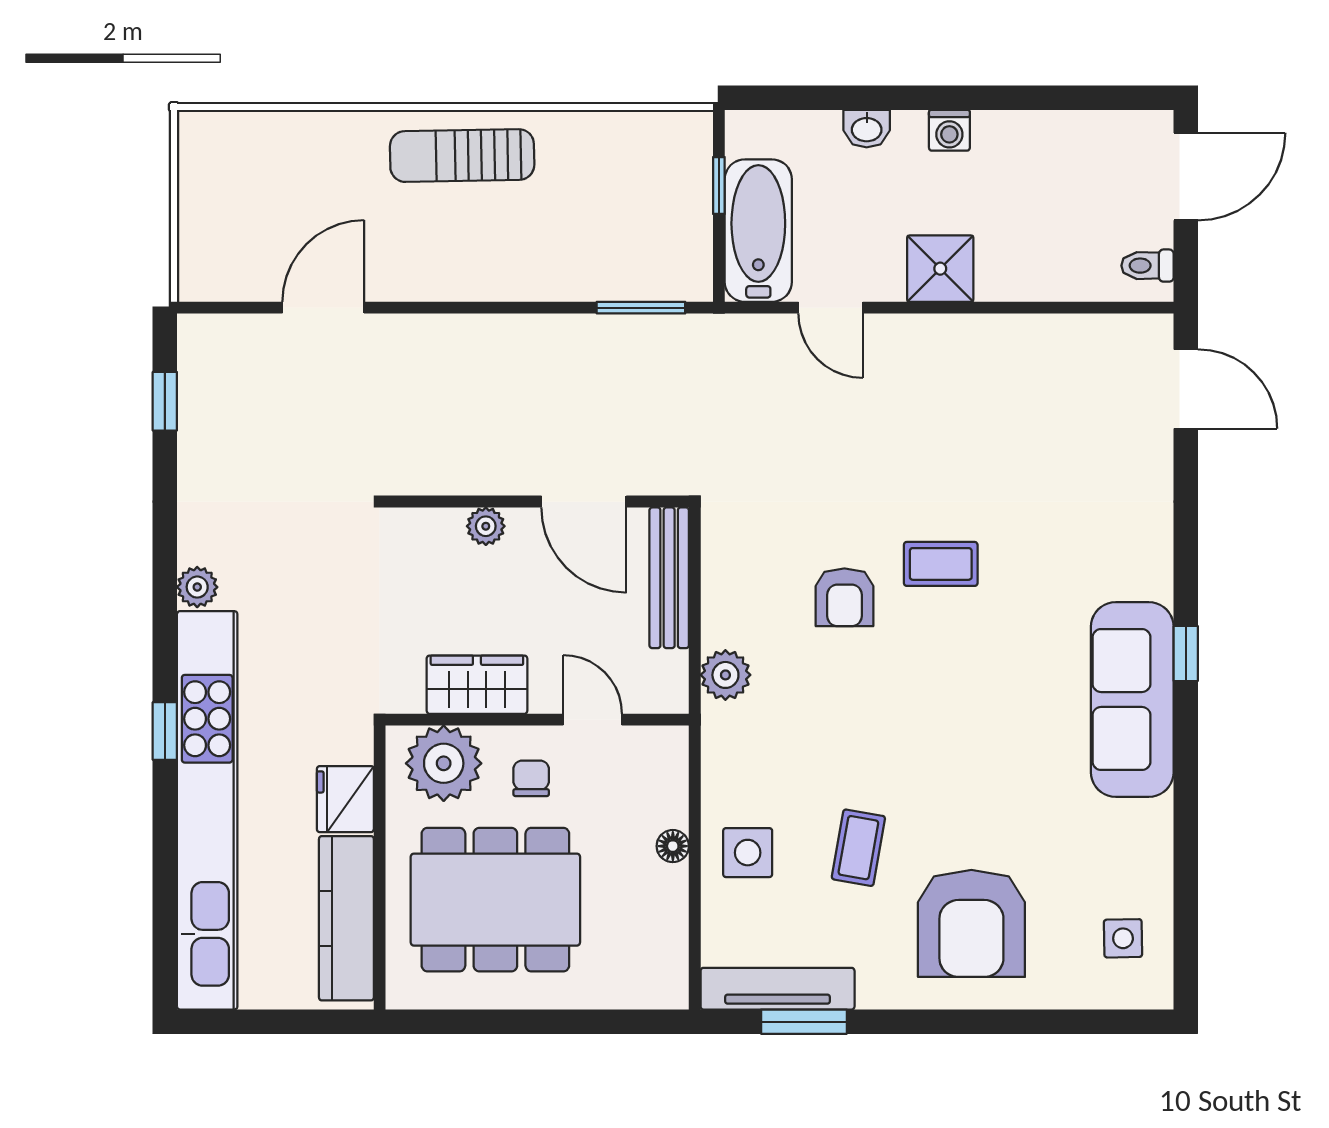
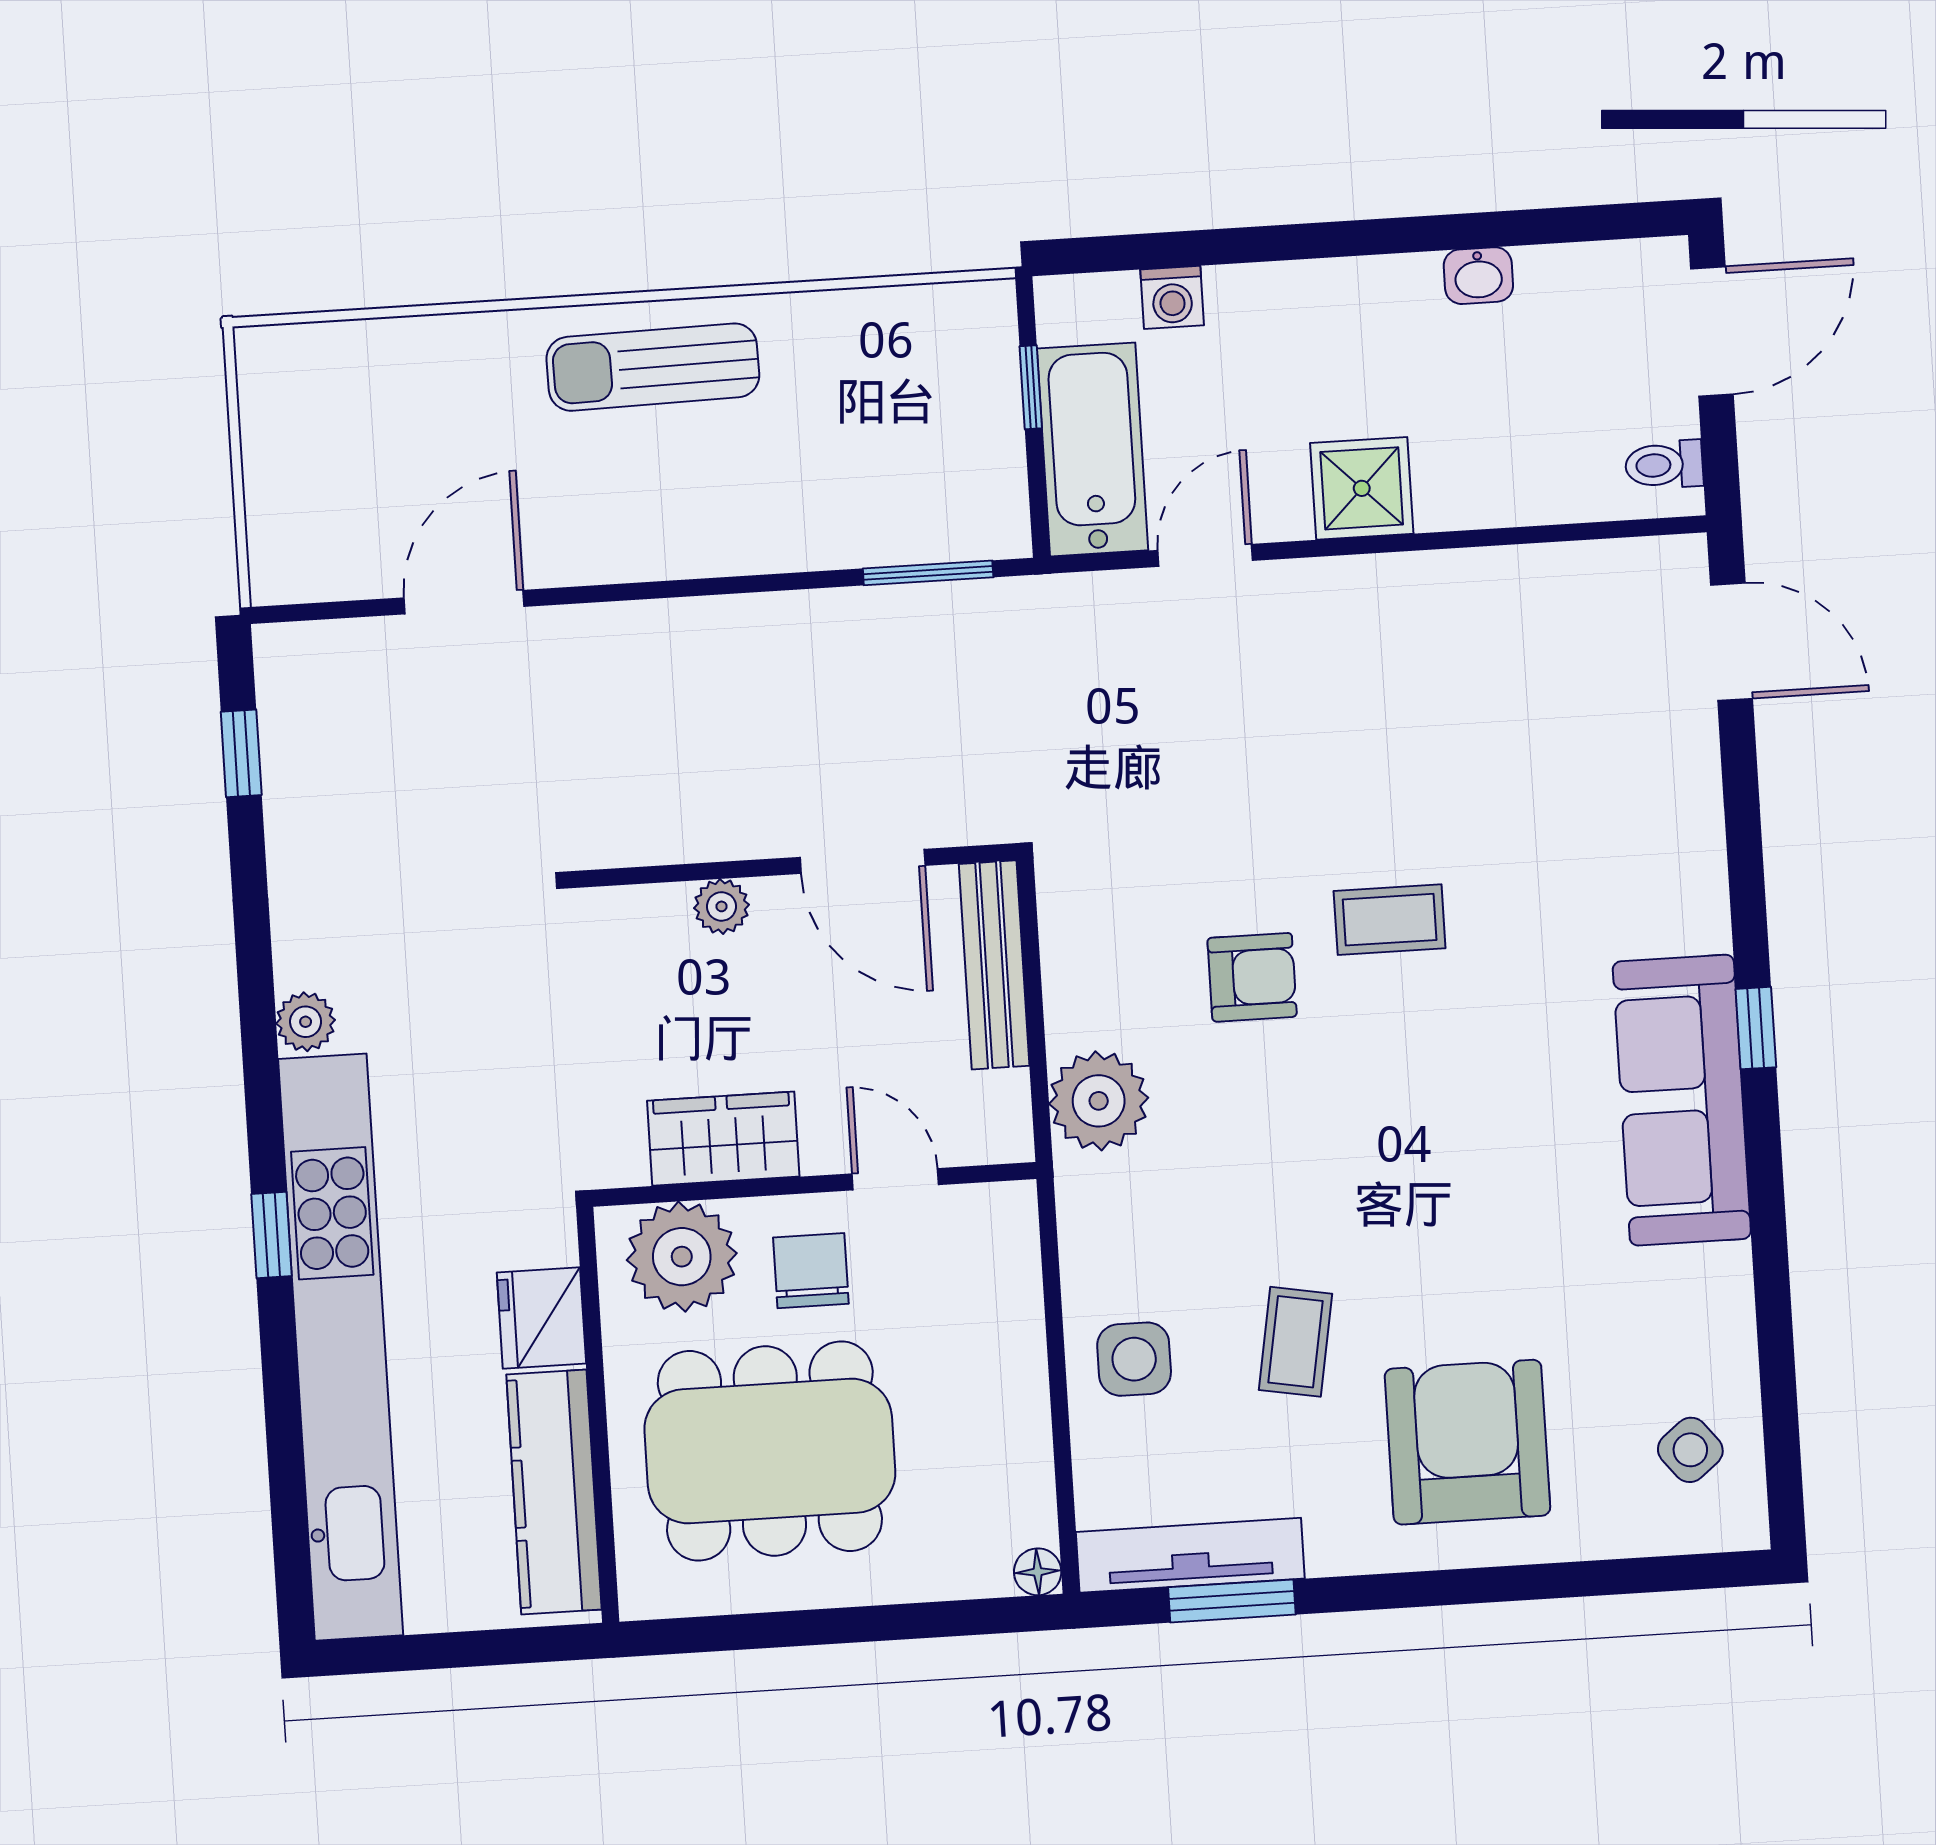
washbasin: (867, 129) -> (1478, 276), moved
washing machine: (949, 130) -> (1172, 297), moved
door: (831, 308) -> (1205, 555), swing flipped
armchair: (844, 597) -> (1252, 977), turned -90
plant: (725, 675) -> (1099, 1101), width x1.36, depth x1.36
chair: (531, 778) -> (811, 1271), width x1.37, depth x1.37
floor lamp: (673, 846) -> (1038, 1572), moved
armchair: (971, 923) -> (1467, 1442), turned 180
side table: (1123, 938) -> (1690, 1450), turned -38

